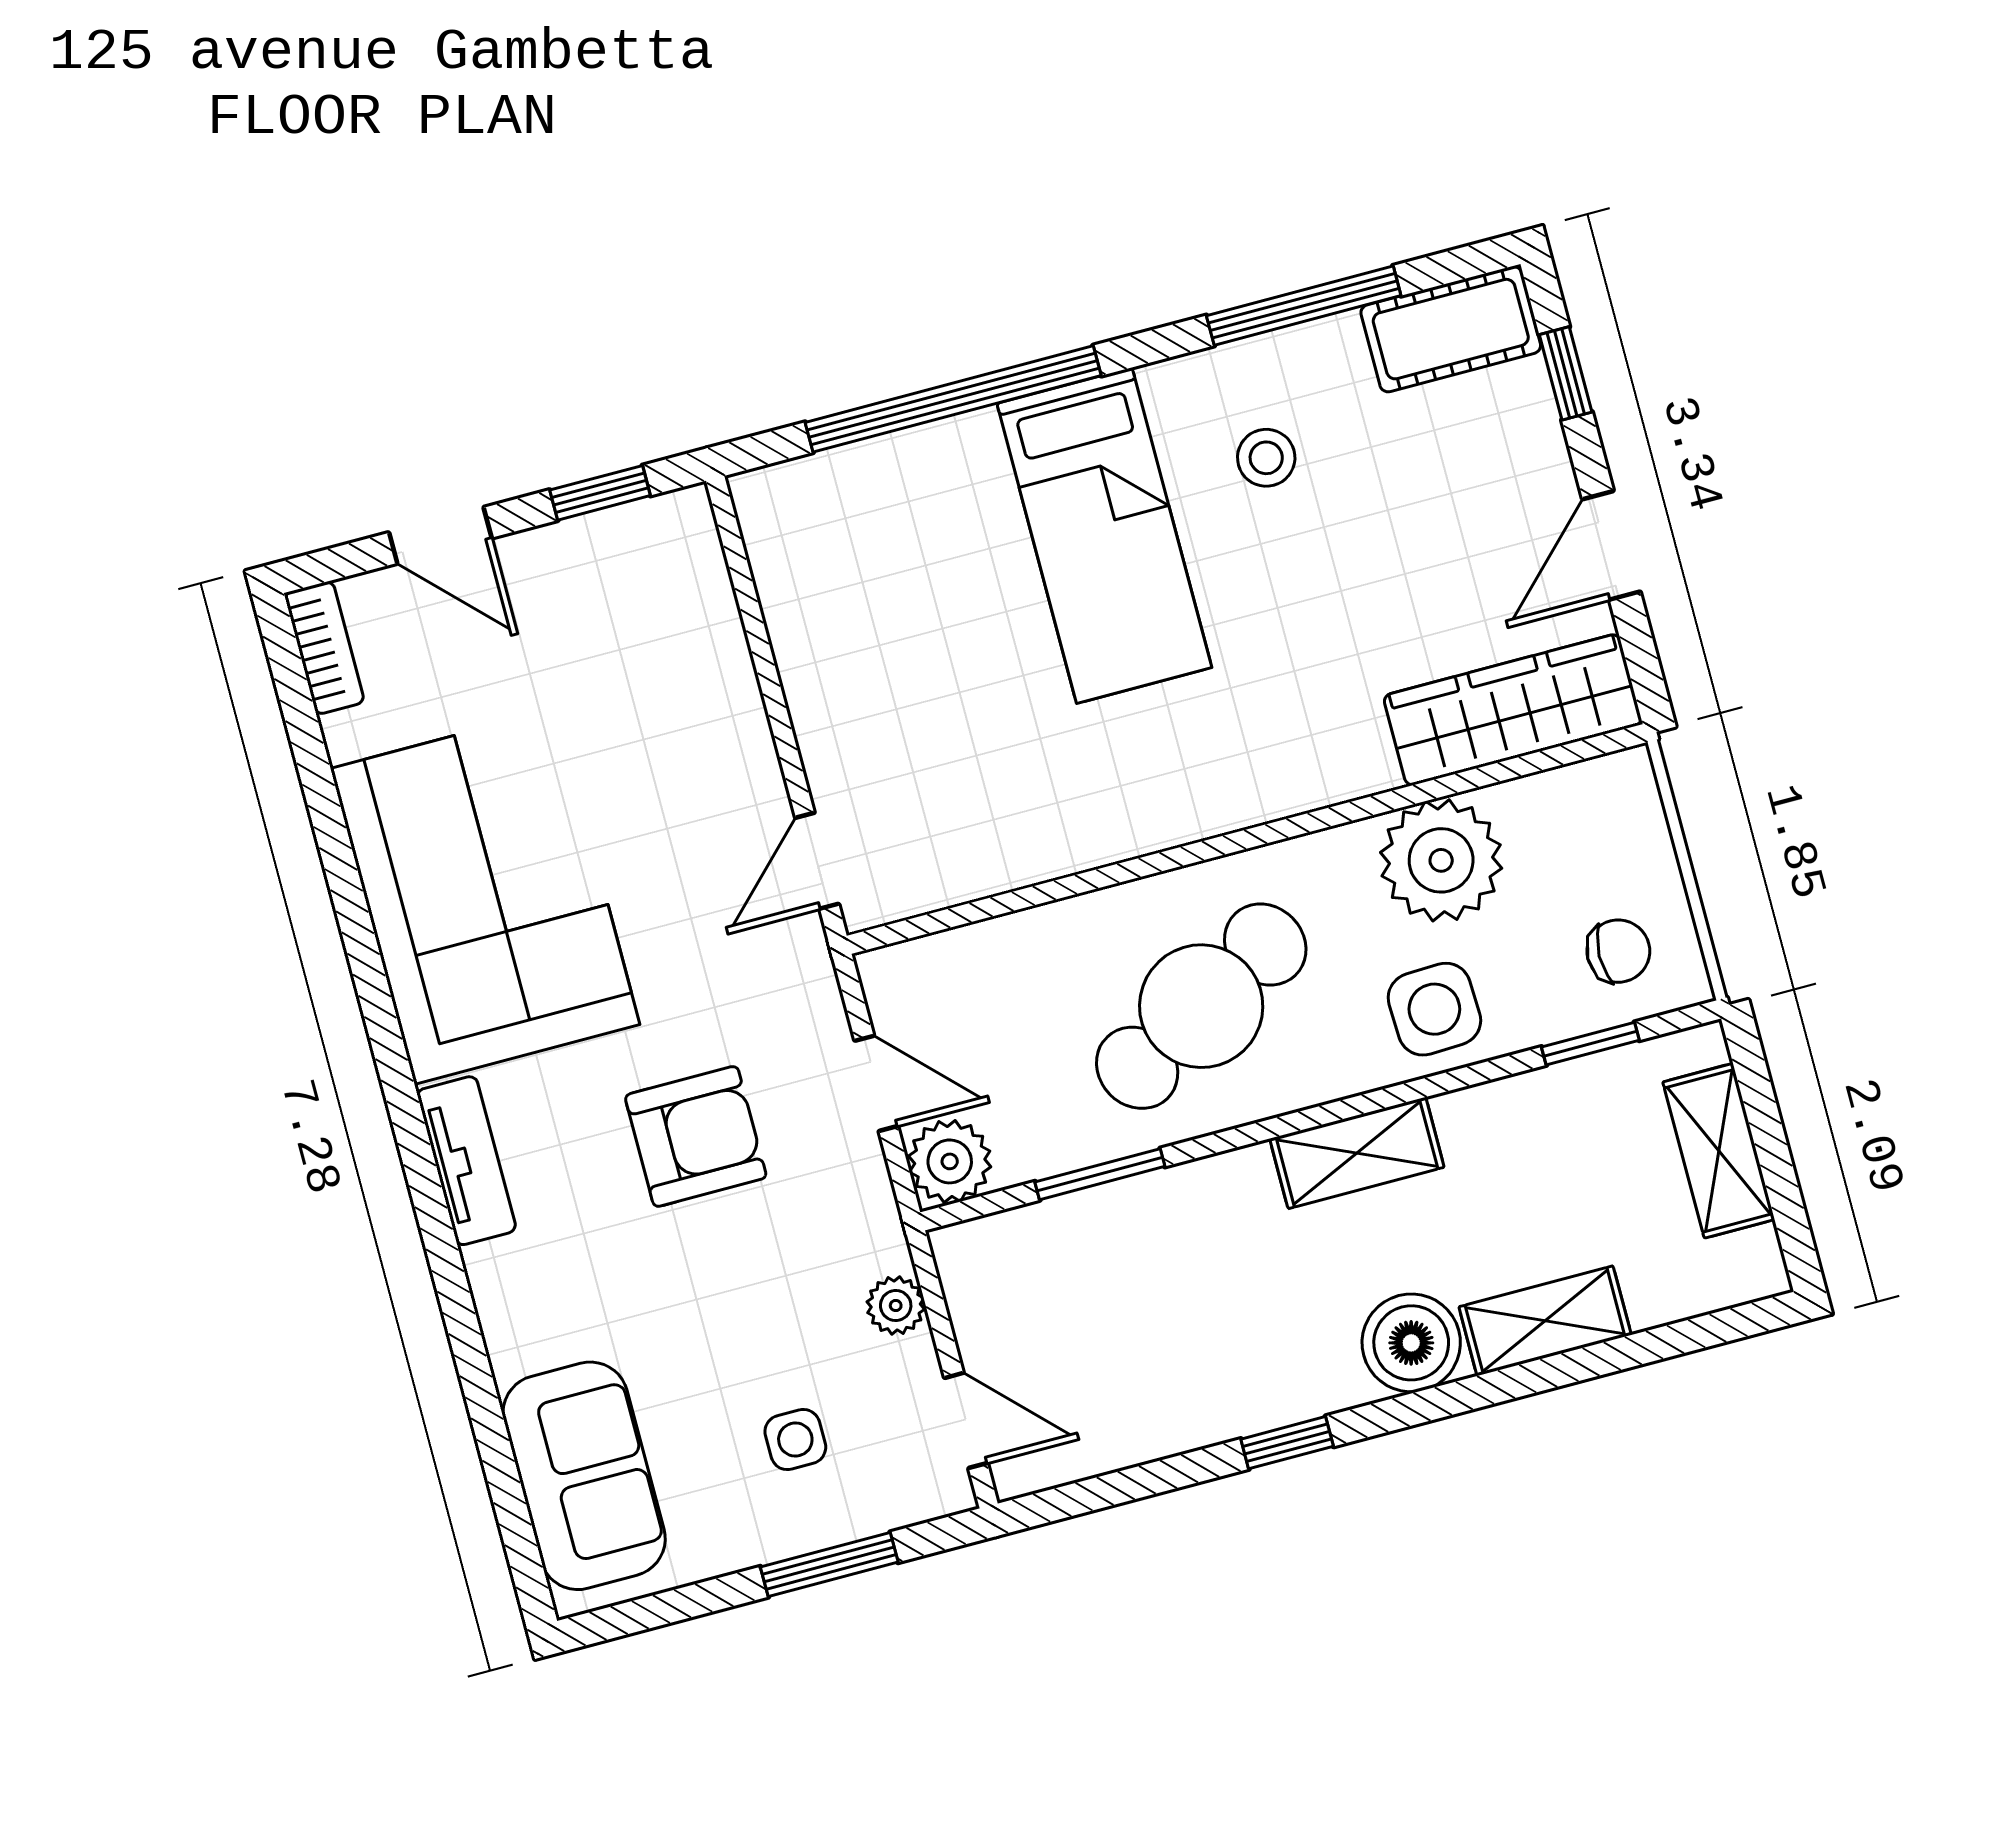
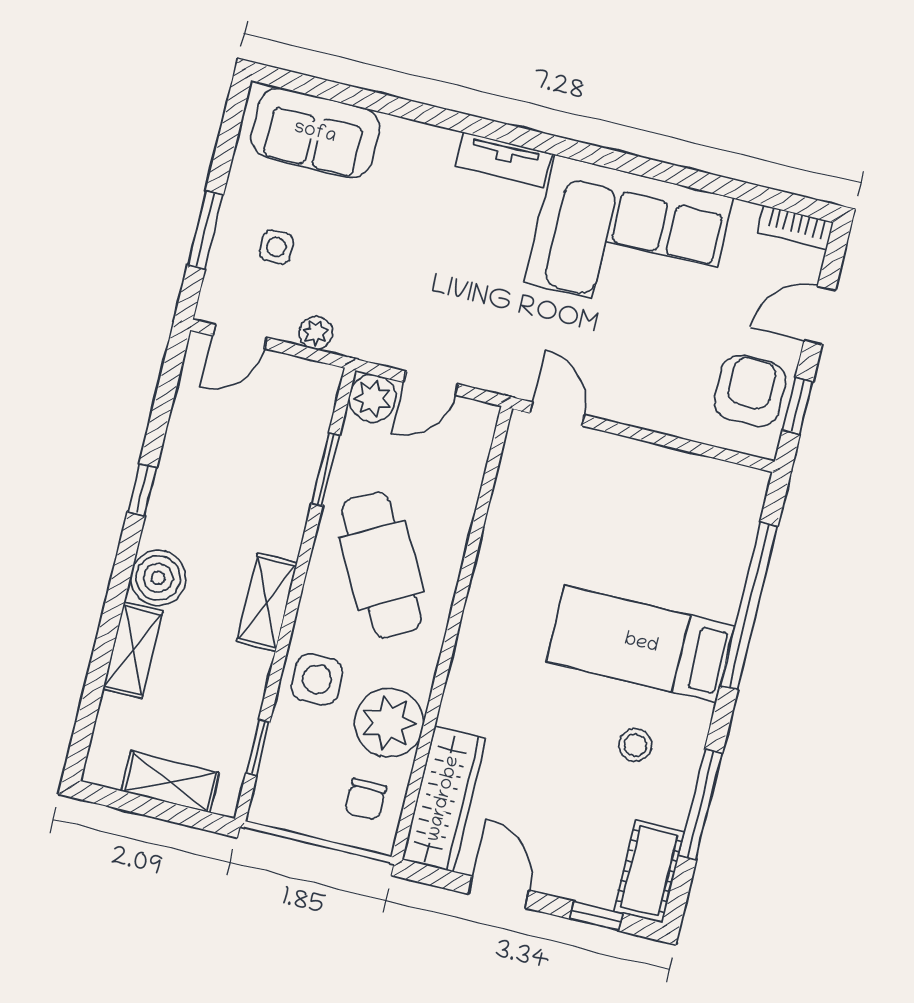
chair: (1618, 951) -> (365, 799), moved
armchair: (696, 1136) -> (750, 391), moved, turned 180

